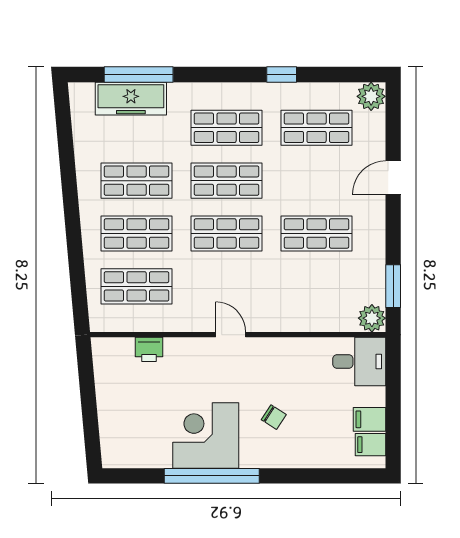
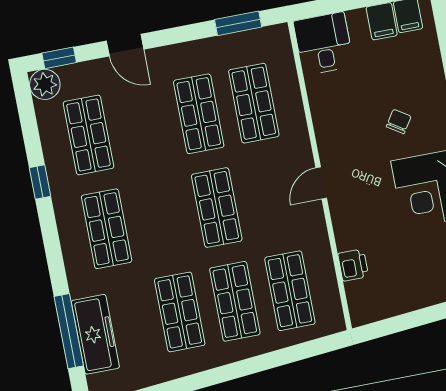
window: (393, 114) -> (59, 58), added
shop shelf: (227, 181) -> (254, 103), moved
plant: (372, 318) -> (276, 39), removed

